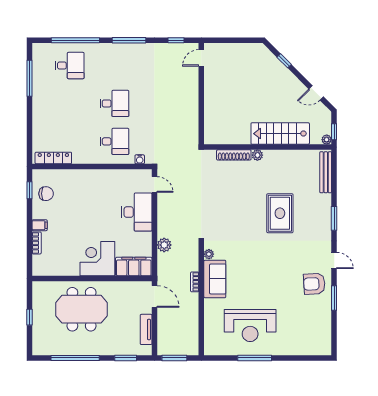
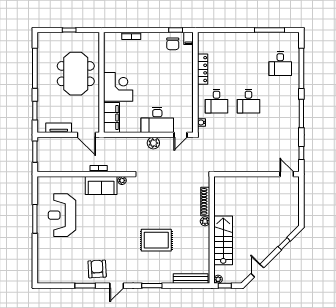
locker: (53, 158) -> (203, 69), moved
filing cabinet: (40, 225) -> (189, 38), moved
plant: (164, 245) -> (153, 143), moved
door: (154, 296) -> (86, 135), hinge flipped

